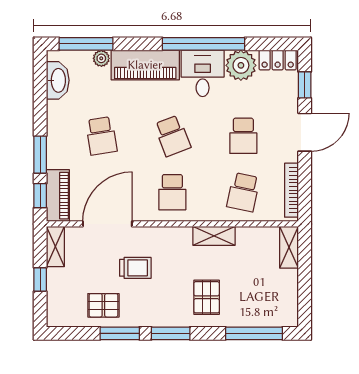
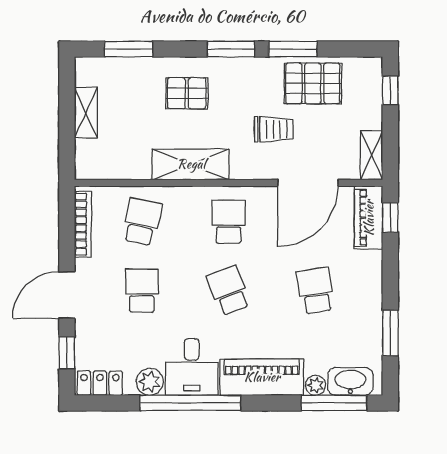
plant: (241, 65) -> (150, 382), width x0.73, depth x0.73
washbasin: (58, 80) -> (350, 381), moved, turned 90
window: (40, 155) -> (390, 333), moved
shelving: (214, 236) -> (191, 164), width x1.50, depth x1.33
shelving: (289, 247) -> (86, 113), moved
trolley: (135, 268) -> (274, 129), turned 180
window: (40, 279) -> (390, 90), moved
pallet: (207, 297) -> (187, 93), turned 90
pallet: (103, 305) -> (313, 83), width x1.50, depth x1.42
window: (254, 333) -> (129, 49), width x0.69

